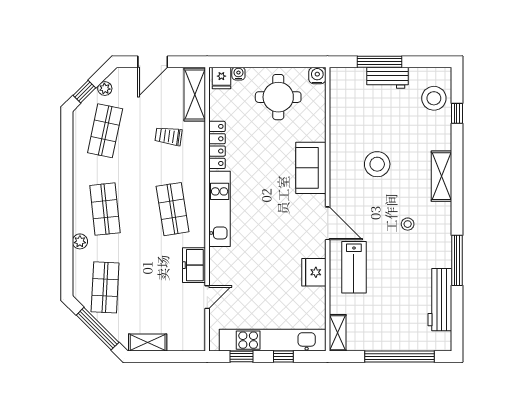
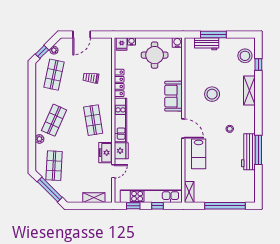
workbench: (387, 78) -> (207, 44), moved
shelving: (195, 95) -> (106, 54), removed
shelving: (441, 176) -> (249, 90), moved
shop shelf: (105, 209) -> (54, 120), turned 30
fridge: (314, 272) -> (121, 151), moved, turned 180
workbench: (440, 300) -> (248, 152), moved
shelving: (148, 343) -> (94, 198), moved

